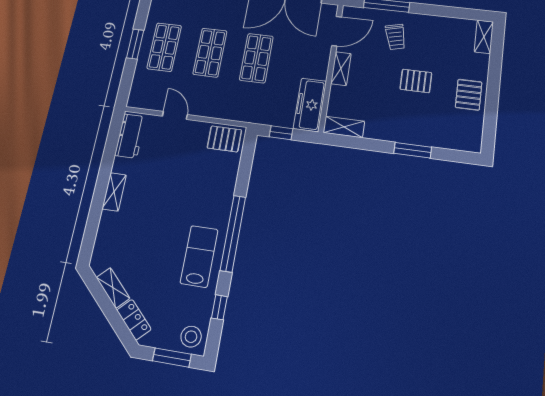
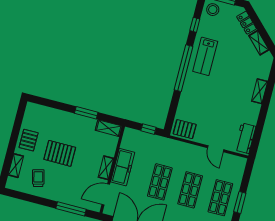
trolley: (396, 37) -> (38, 178), moved
shelving: (484, 37) -> (16, 166), moved
pallet: (416, 81) -> (60, 153), width x1.50, depth x1.42
freezer: (310, 105) -> (123, 167), moved
window: (413, 150) -> (86, 113), moved
shelving: (114, 192) -> (260, 91), moved

